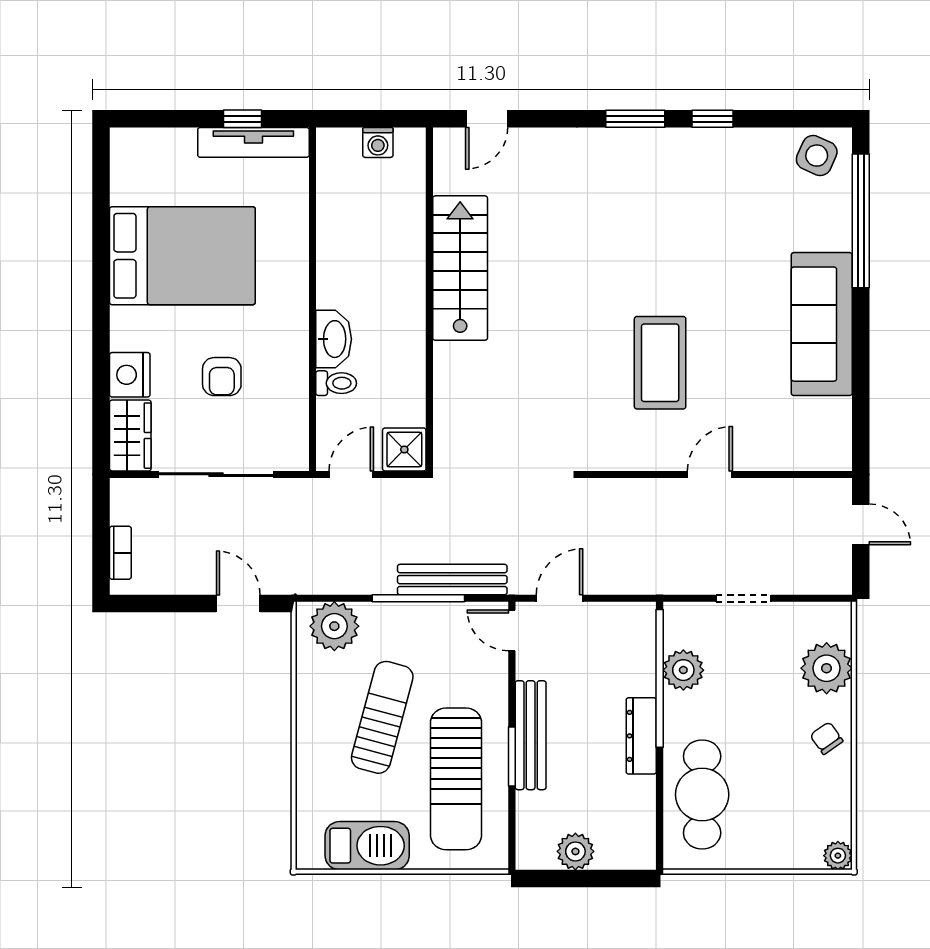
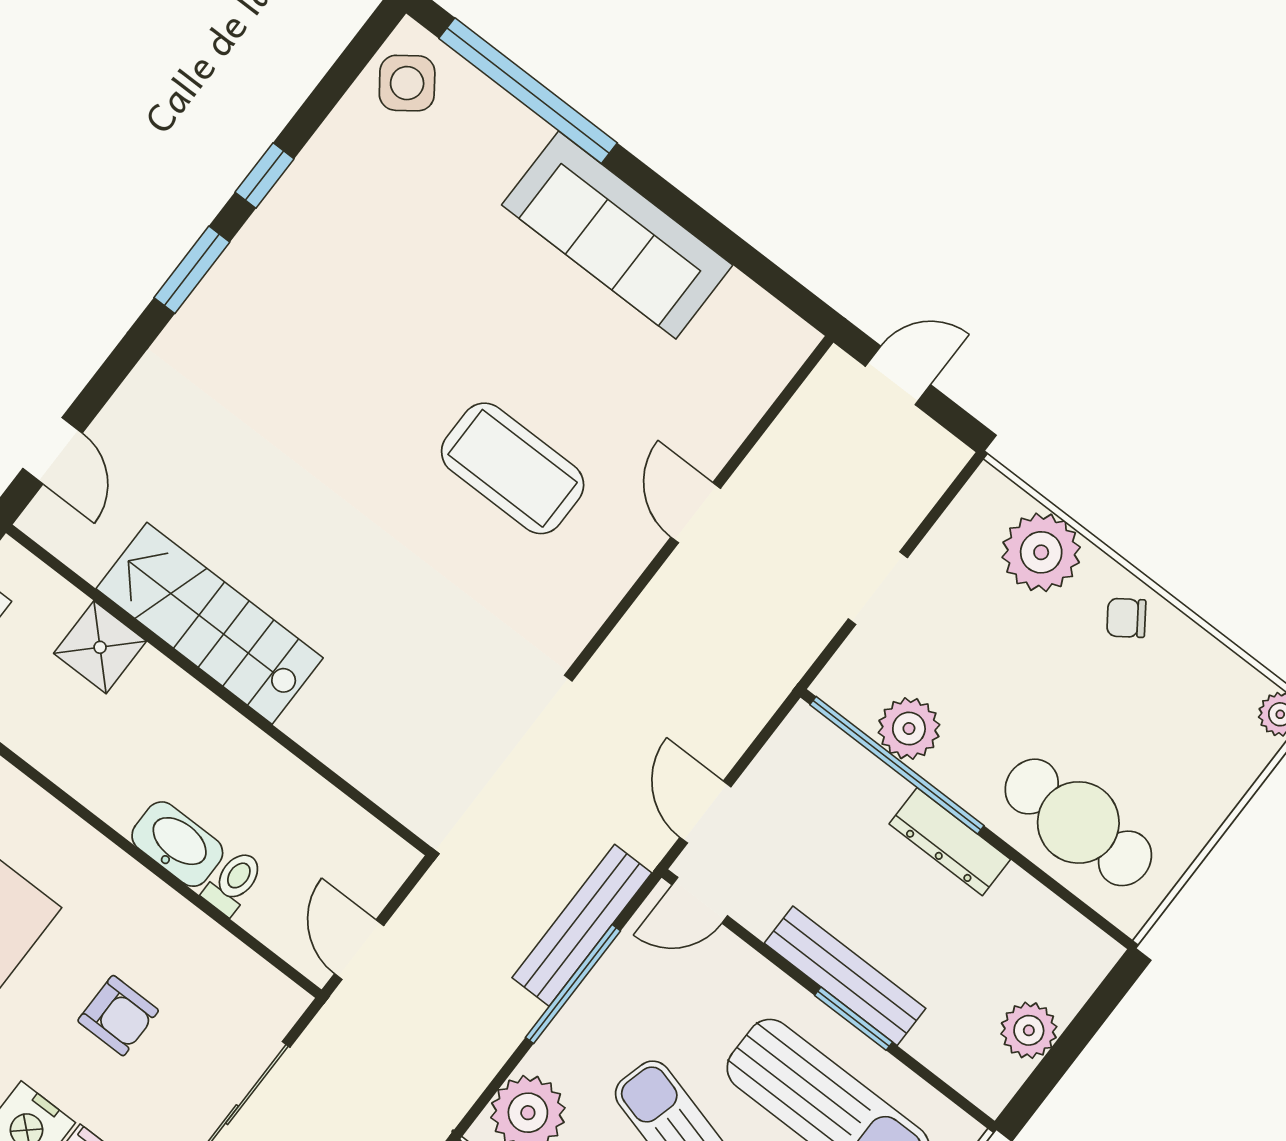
side table: (817, 156) -> (407, 83), turned 30
shower: (404, 449) -> (100, 647), moved

